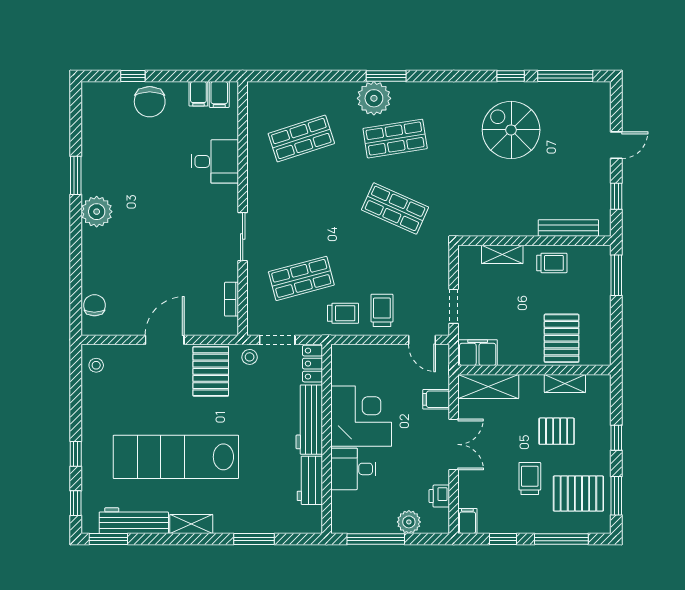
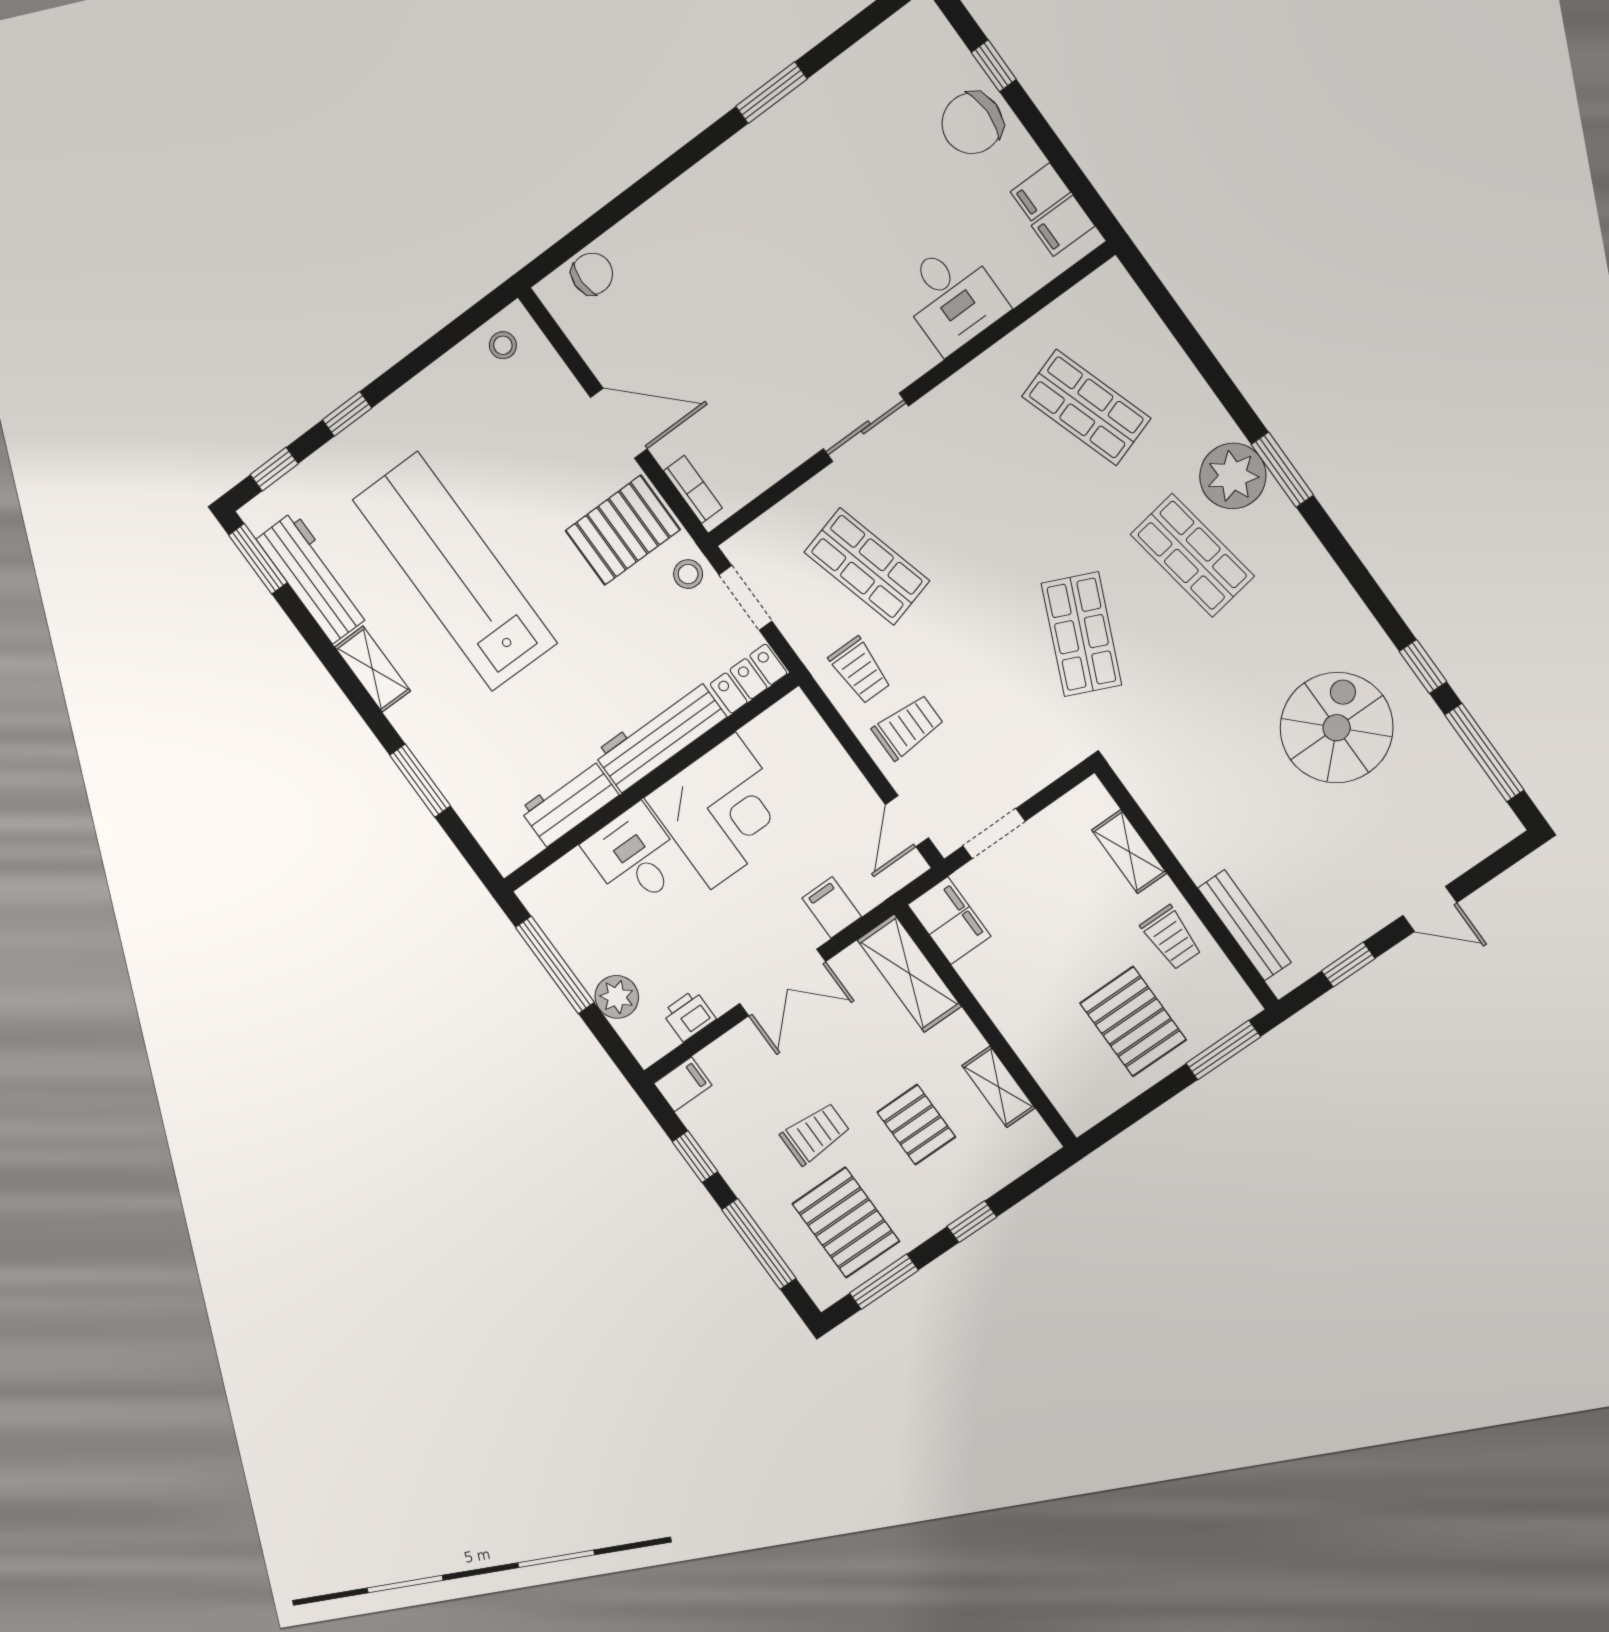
plant: (97, 212) -> (739, 168), removed
bookcase: (232, 299) -> (693, 489), moved, turned 90
pallet: (562, 338) -> (1133, 1021), moved, turned 90

